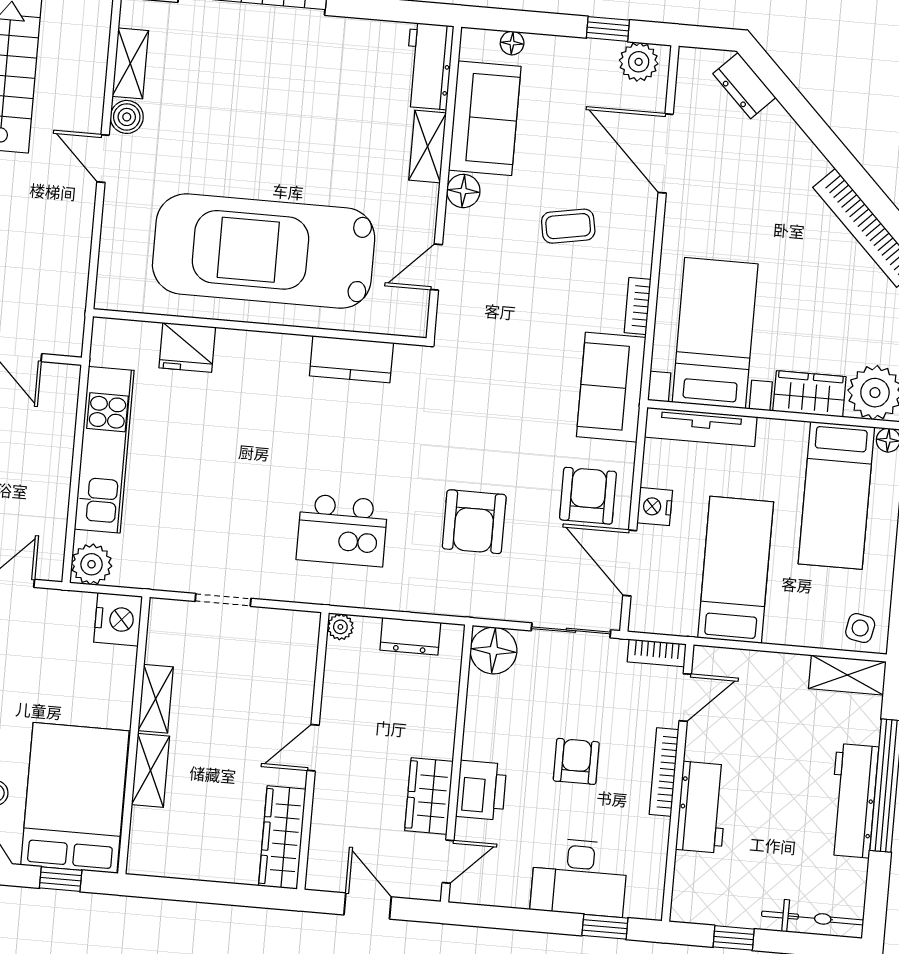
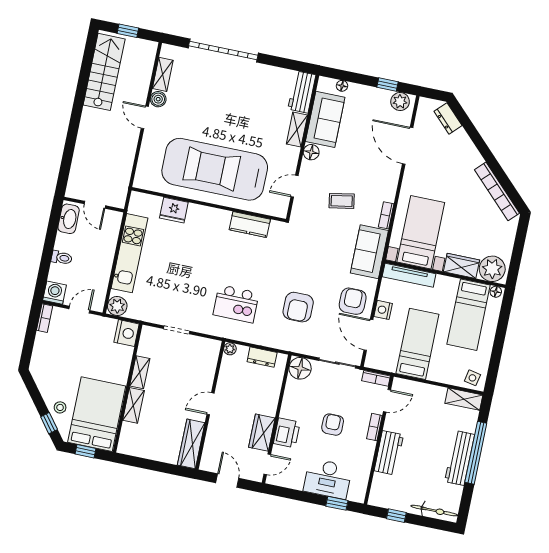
coffee table: (568, 226) -> (342, 201), moved
bookcase: (664, 772) -> (374, 427), width x0.64

